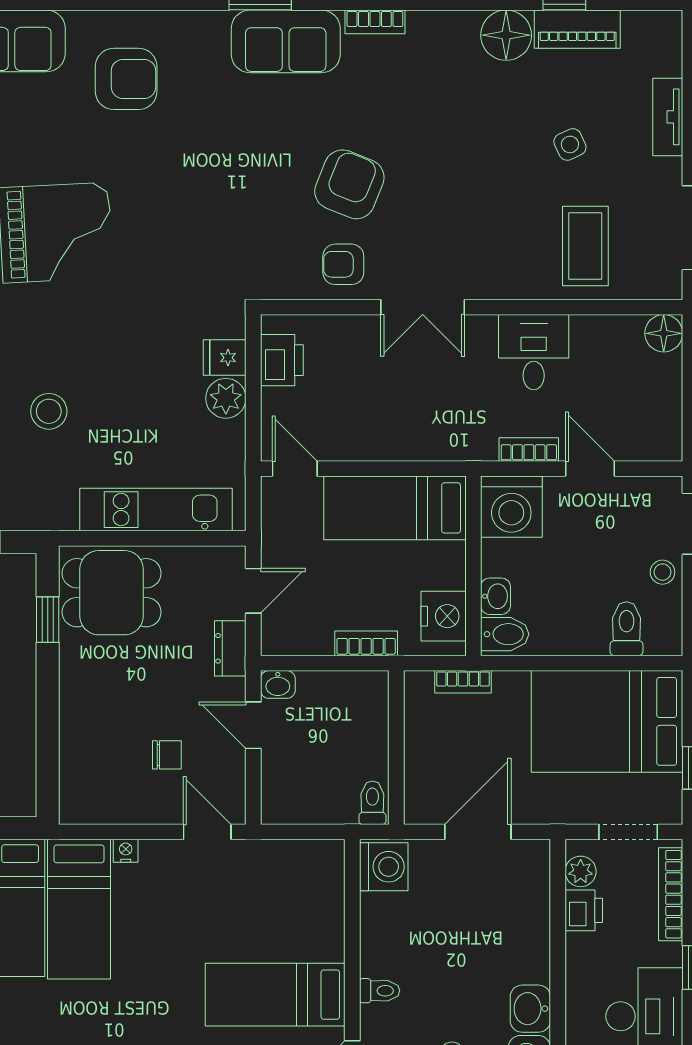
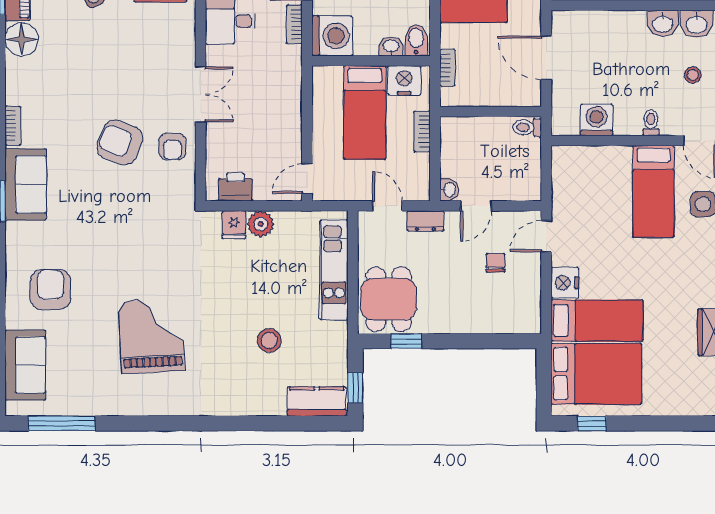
bed: (395, 508) -> (365, 113), moved
nightstand: (126, 851) -> (565, 283), width x1.89, depth x1.79
washing machine: (384, 867) -> (597, 120), moved

